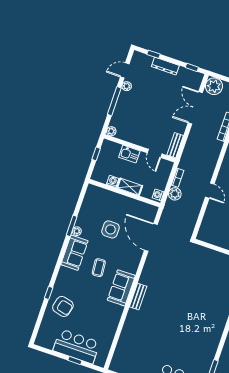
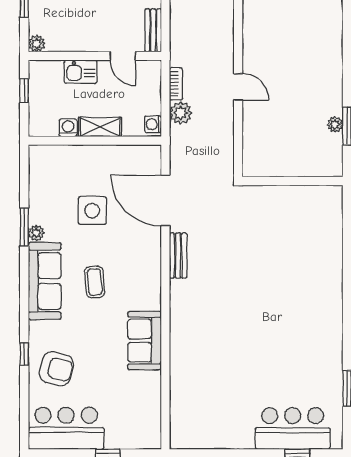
sofa: (74, 253) -> (45, 281), width x1.36
sofa: (121, 288) -> (145, 341), moved
bench: (138, 297) -> (178, 256), moved
bar counter: (77, 346) -> (66, 428), moved

